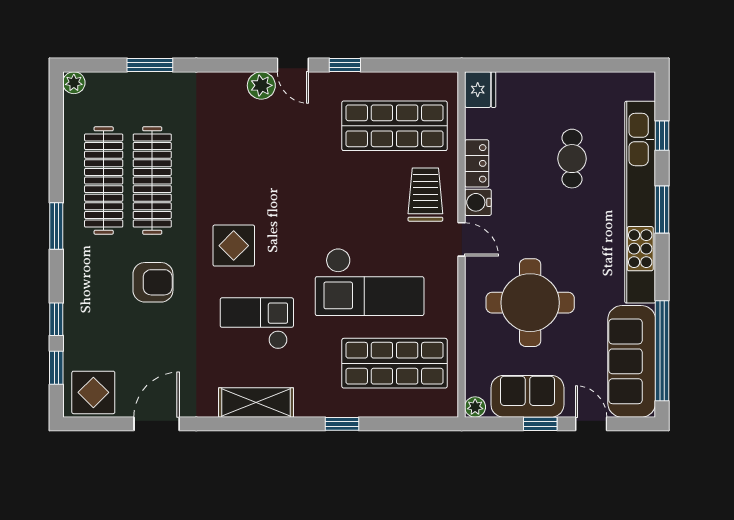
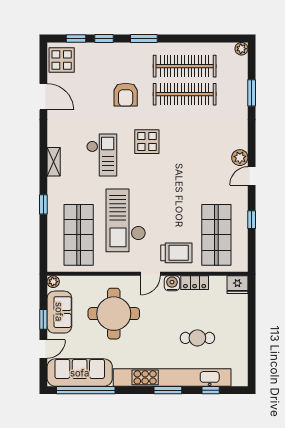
window: (345, 65) -> (252, 220), moved
window: (56, 226) -> (144, 39), moved
shelving: (256, 402) -> (54, 162), width x0.67, depth x0.75

